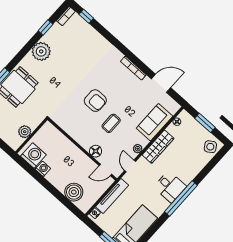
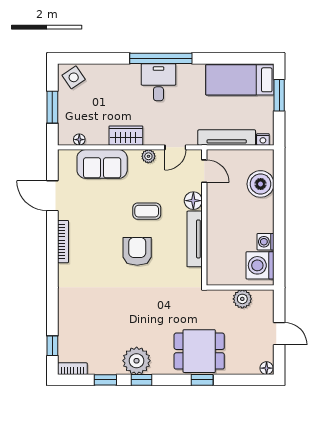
window: (29, 45) -> (142, 380), added
tv unit: (76, 135) -> (195, 239), added
wardrobe: (158, 147) -> (126, 136), width x0.67

